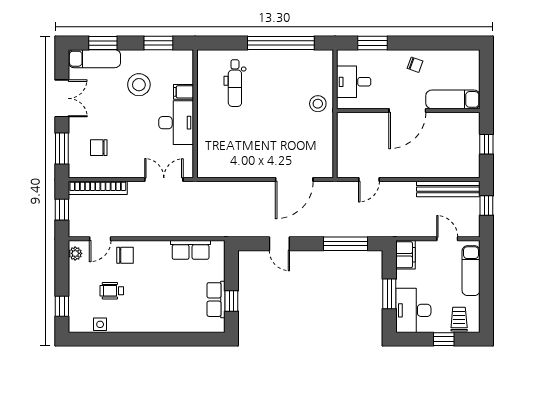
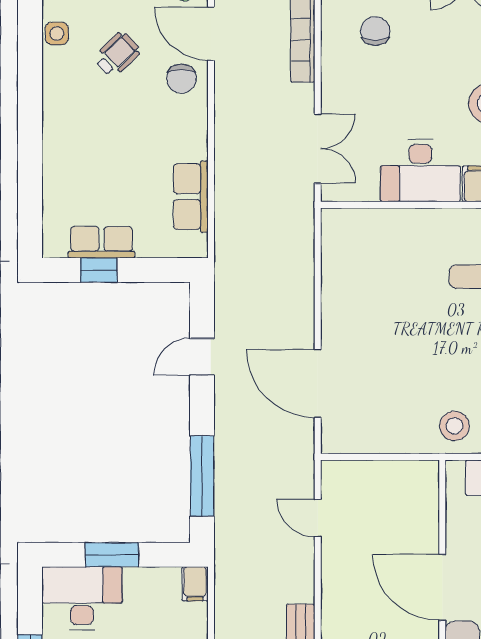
door: (100, 239) -> (211, 34), width x1.38
filing cabinet: (405, 255) -> (195, 584), width x0.50
wheelchair: (112, 291) -> (117, 54), turned 46

